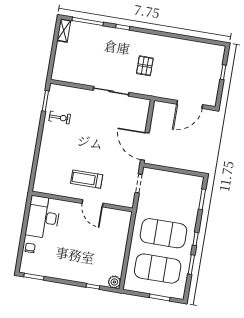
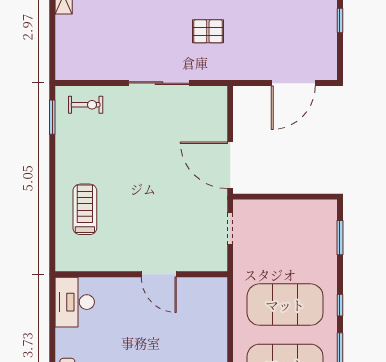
pallet: (145, 66) -> (208, 31), turned 90
exercise bike: (60, 118) -> (86, 105), moved
treadmill: (87, 179) -> (85, 209), moved, turned 90
desk: (43, 217) -> (75, 302), width x0.73, depth x0.77

